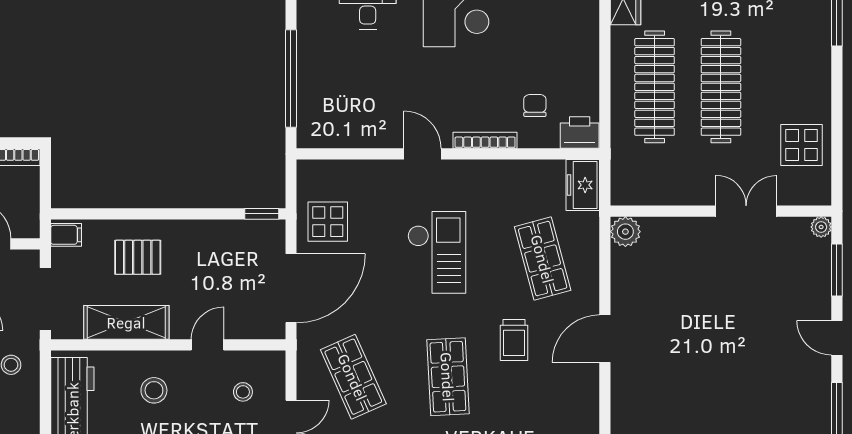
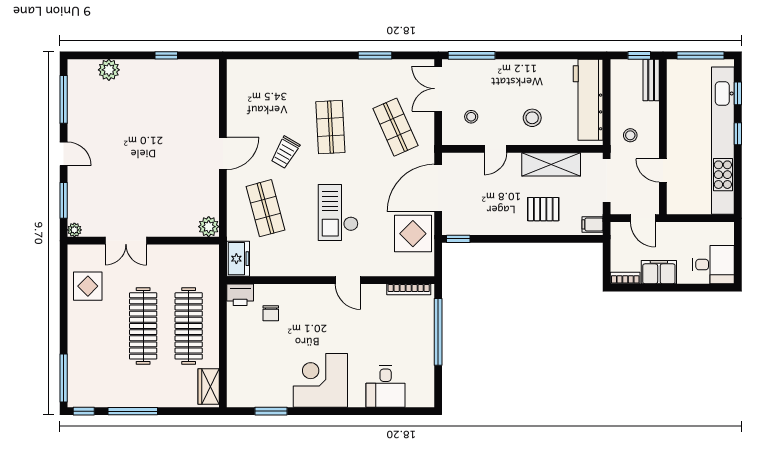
bookcase: (485, 140) -> (409, 289), moved
display table: (328, 222) -> (413, 234), width x1.36, depth x1.36
trolley: (514, 340) -> (285, 152), turned -150

